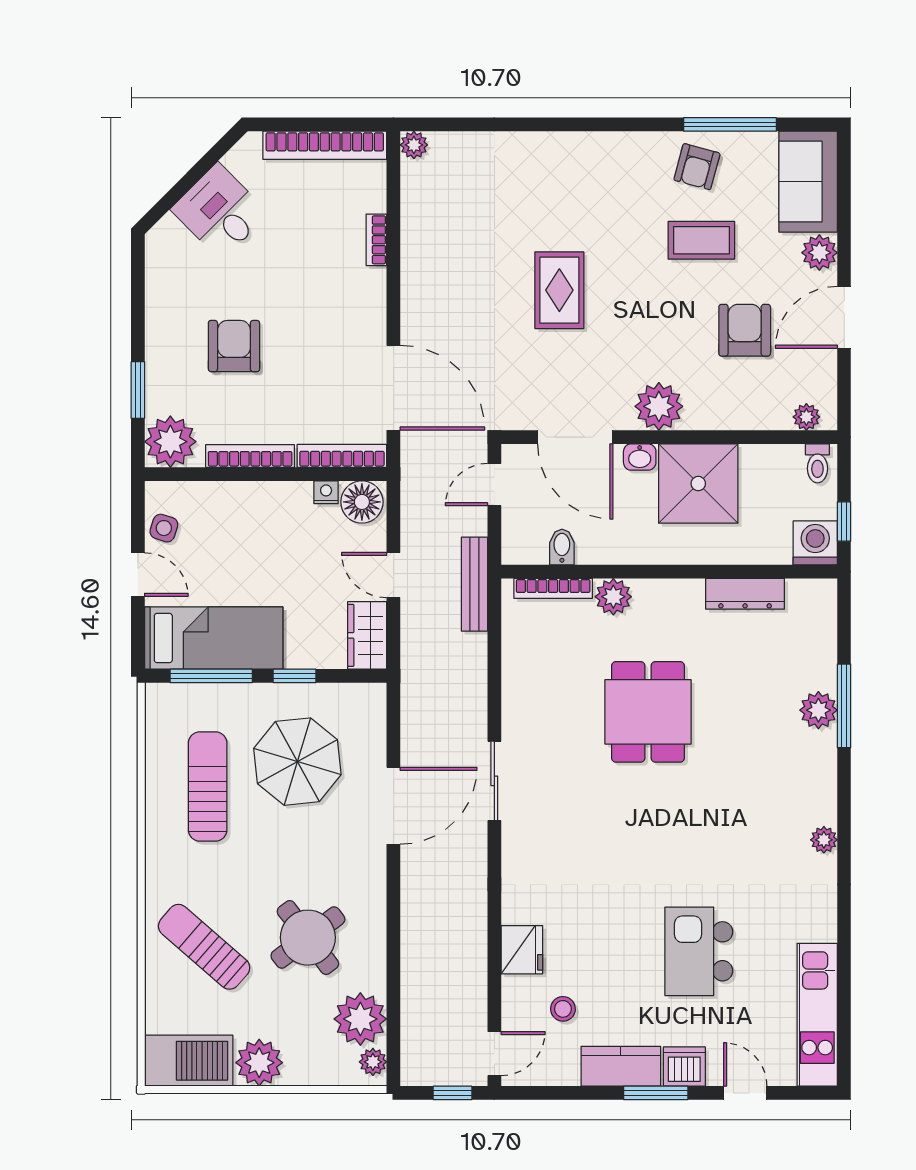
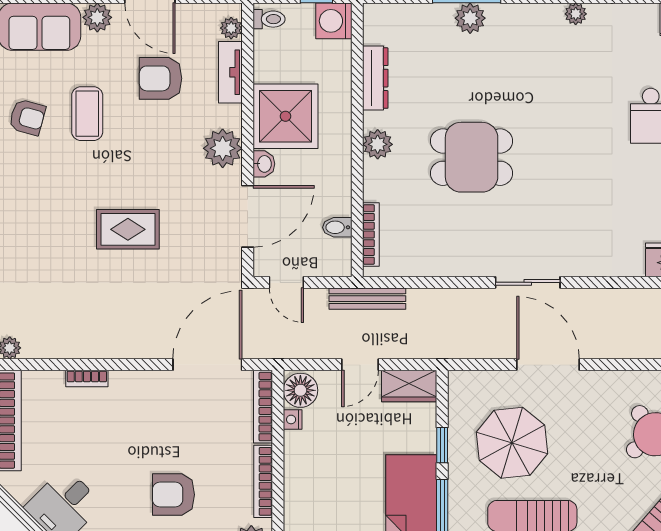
tv unit: (752, 416) -> (230, 72), added
plant: (613, 597) -> (378, 144), moved

